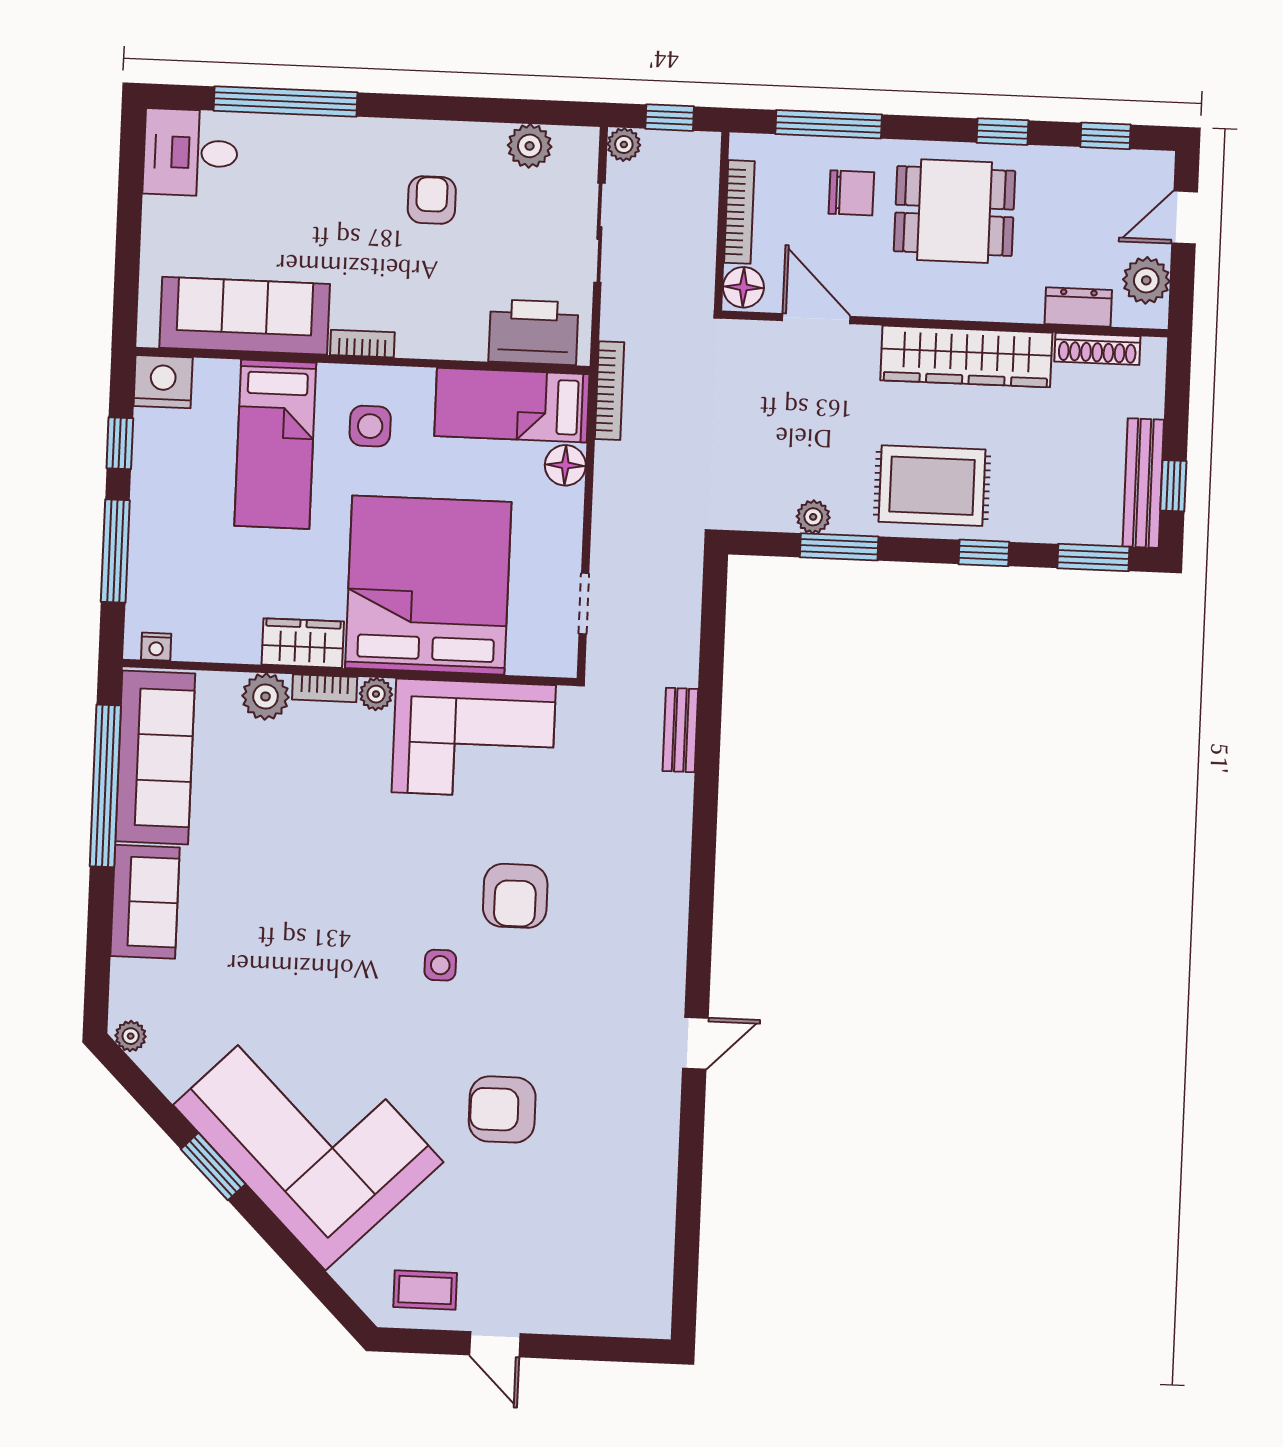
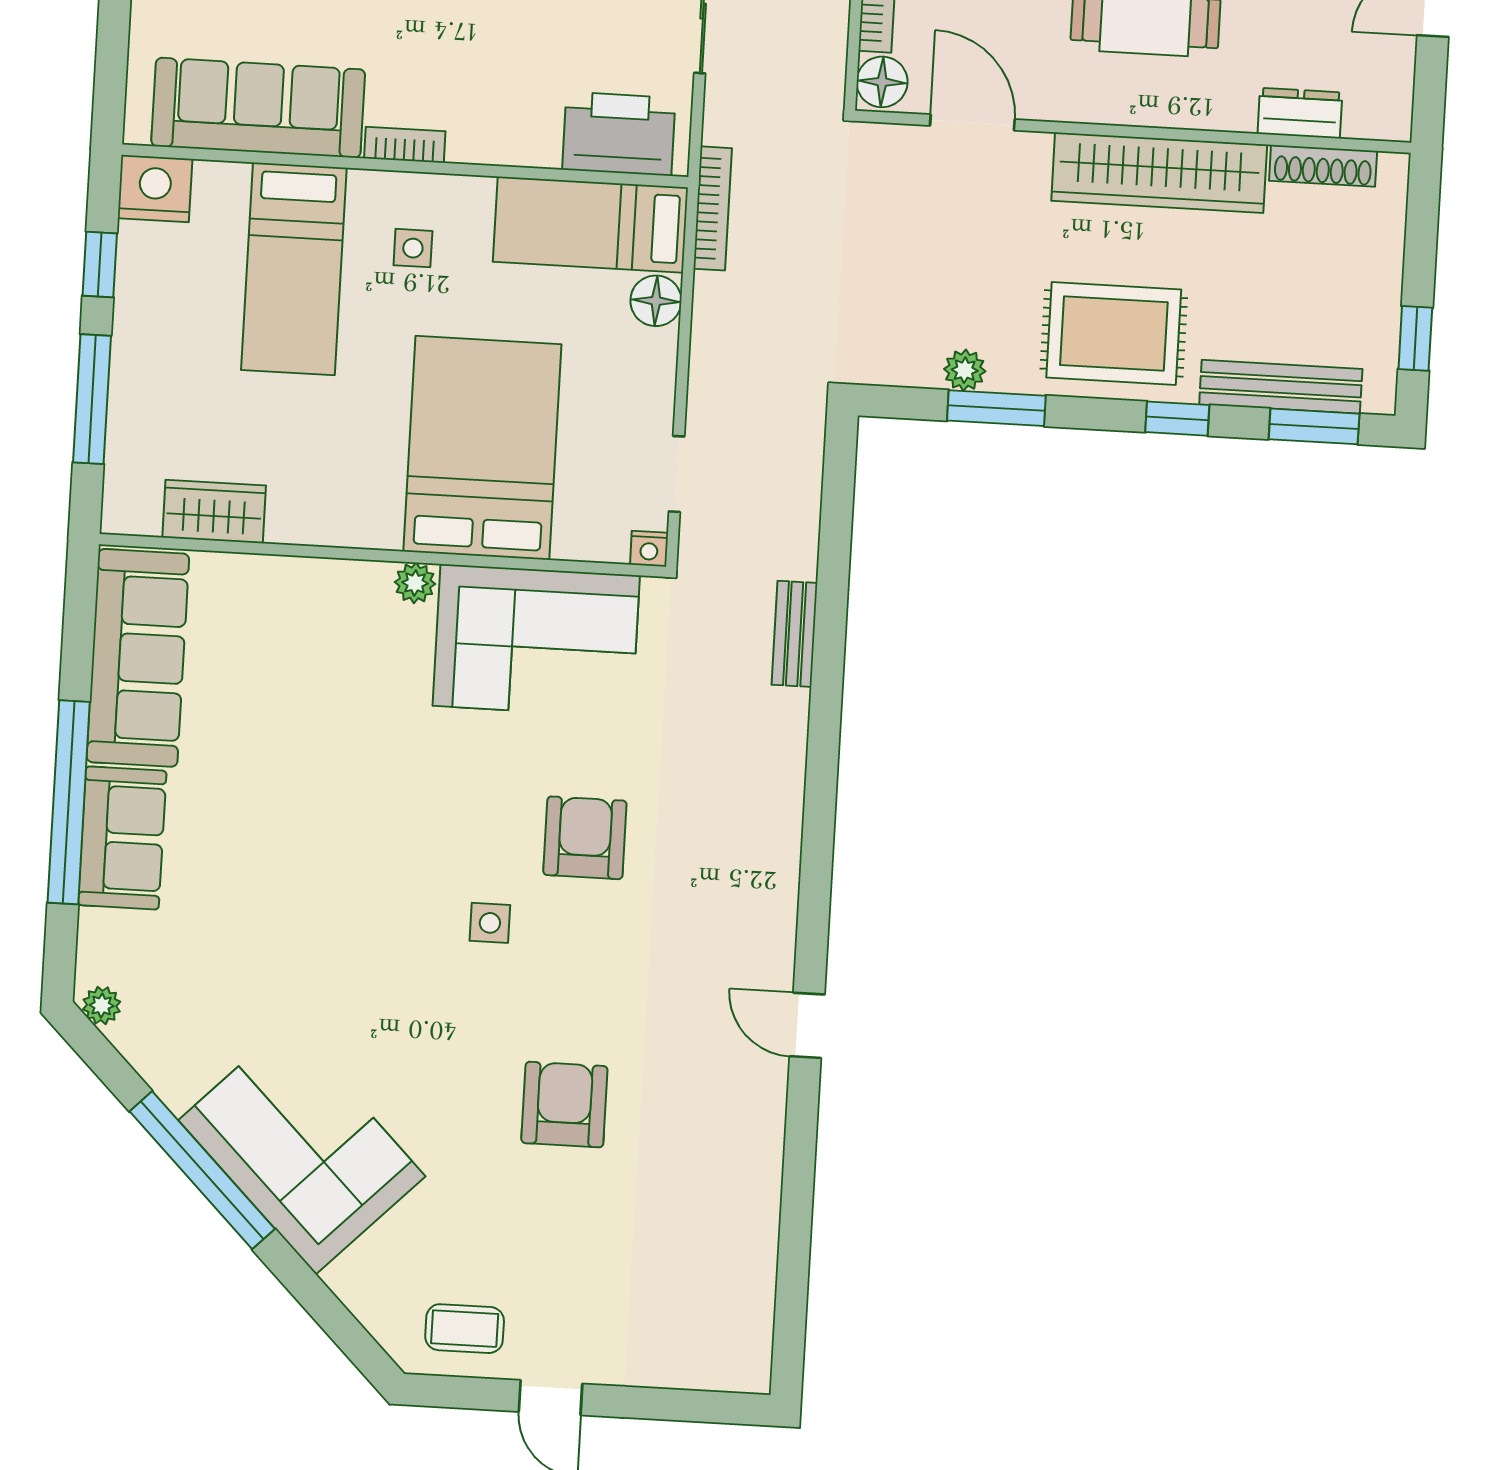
plant: (1146, 280) -> (1386, 81), removed
side table: (370, 426) -> (413, 248), width x0.73, depth x0.73
bench: (1143, 483) -> (1281, 387), moved, turned 90
bed: (428, 585) -> (482, 448), width x0.73
wardrobe: (303, 643) -> (214, 512), moved
nightstand: (156, 647) -> (649, 549), moved
bookcase: (325, 688) -> (351, 575), removed
plant: (266, 697) -> (277, 584), removed
window: (105, 786) -> (69, 802), moved
armchair: (515, 896) -> (585, 838), turned 180
door: (695, 1043) -> (807, 1025), swing flipped
armchair: (502, 1109) -> (564, 1105), turned 90
corner sofa: (308, 1133) -> (302, 1148), width x0.73, depth x0.74
window: (213, 1167) -> (202, 1170), width x2.11

